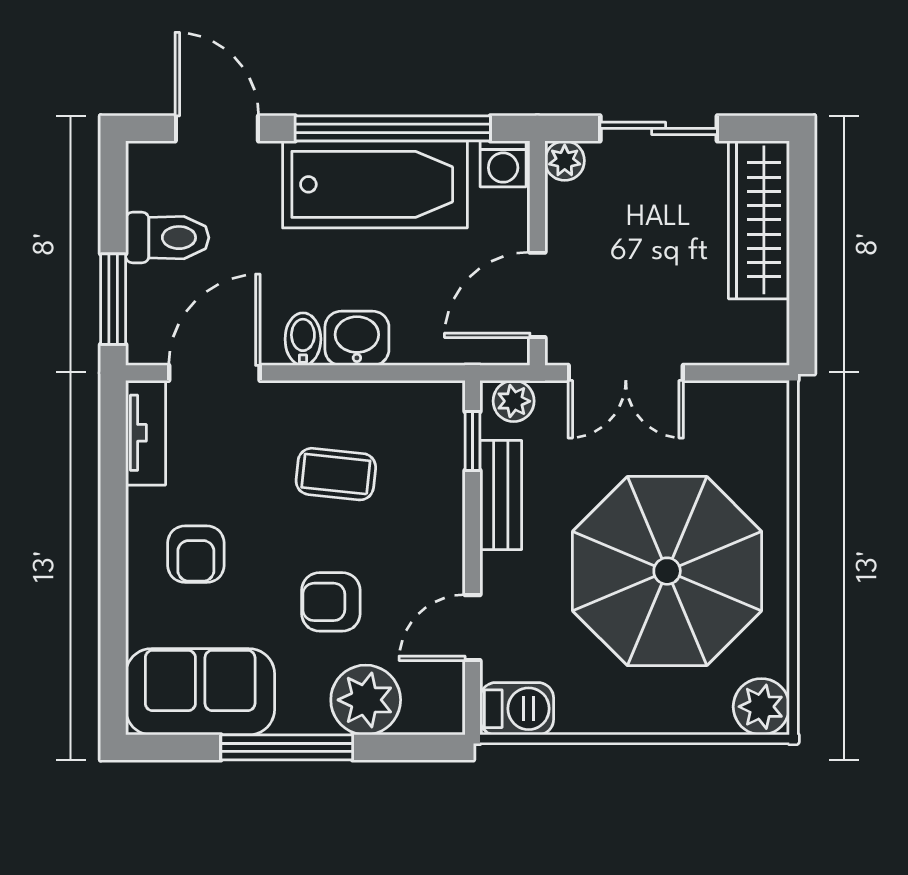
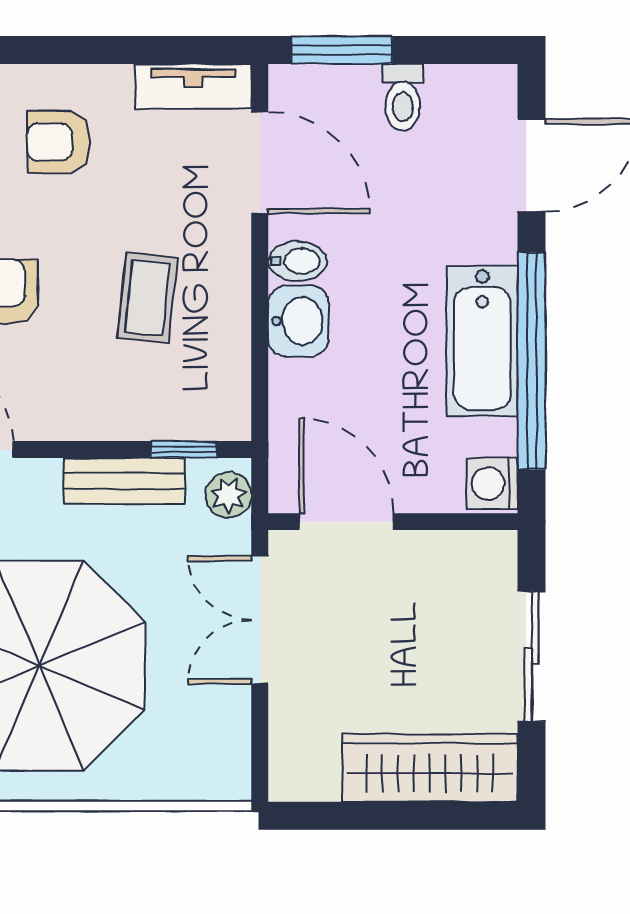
plant: (565, 161) -> (496, 552), removed
bathtub: (375, 184) -> (482, 341), width x0.73, depth x0.73
toilet: (167, 238) -> (403, 97), width x0.73, depth x0.72

